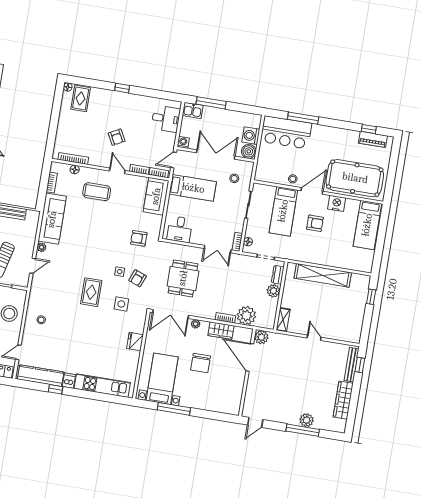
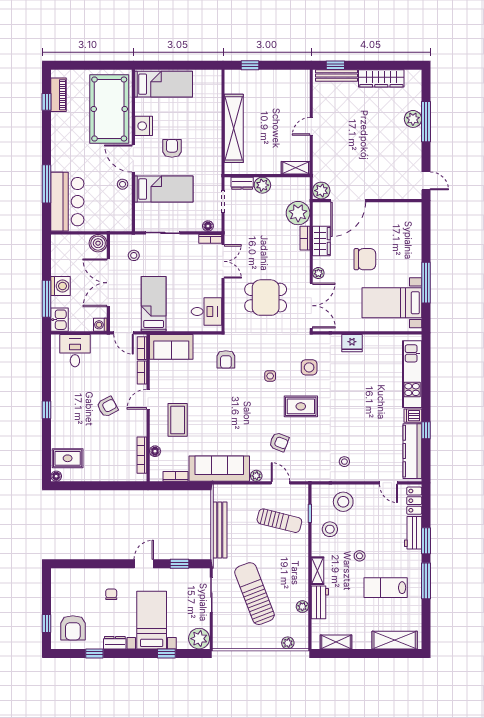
washing machine: (251, 136) -> (61, 286), moved, turned -90
armchair: (138, 278) -> (279, 442), moved

